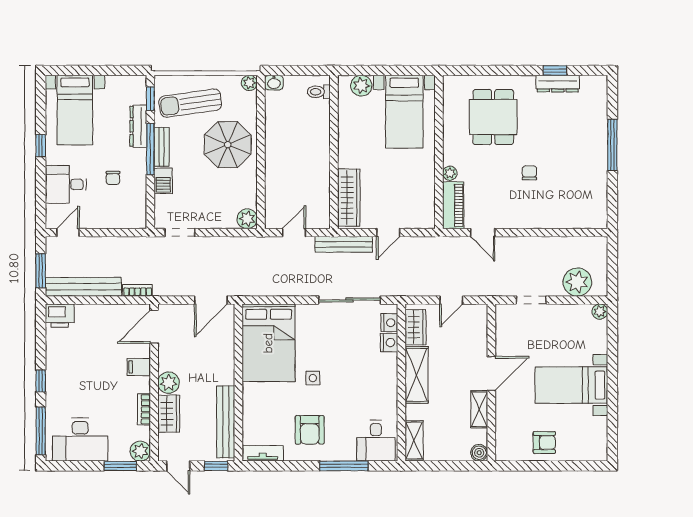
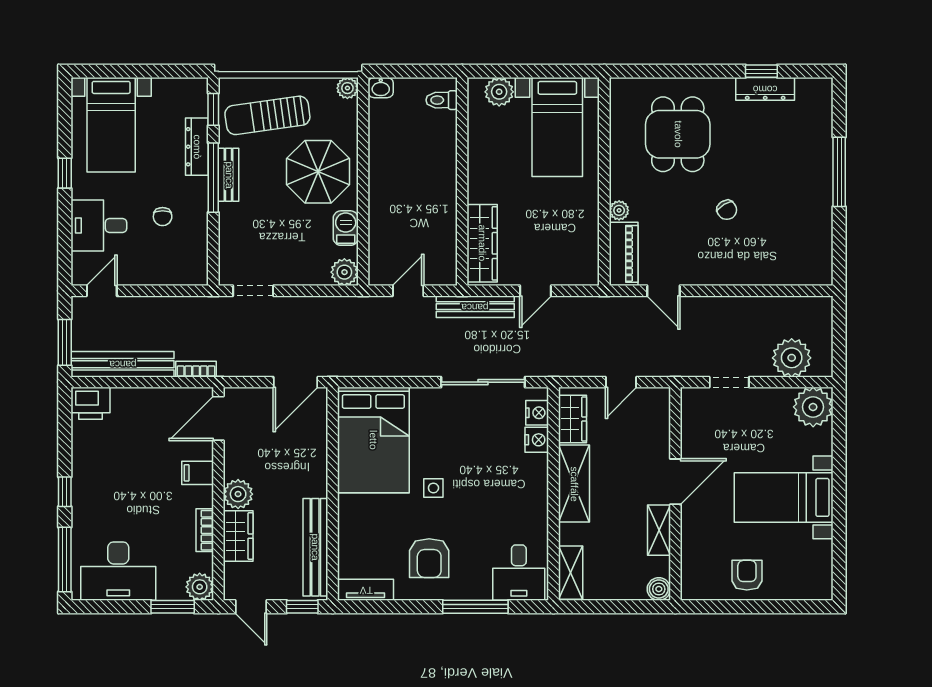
chair: (529, 173) -> (727, 210), turned 148
barbecue: (163, 181) -> (346, 228), moved, turned 180
plant: (600, 312) -> (813, 407), width x1.87, depth x1.87
armchair: (544, 443) -> (747, 575), turned -90

